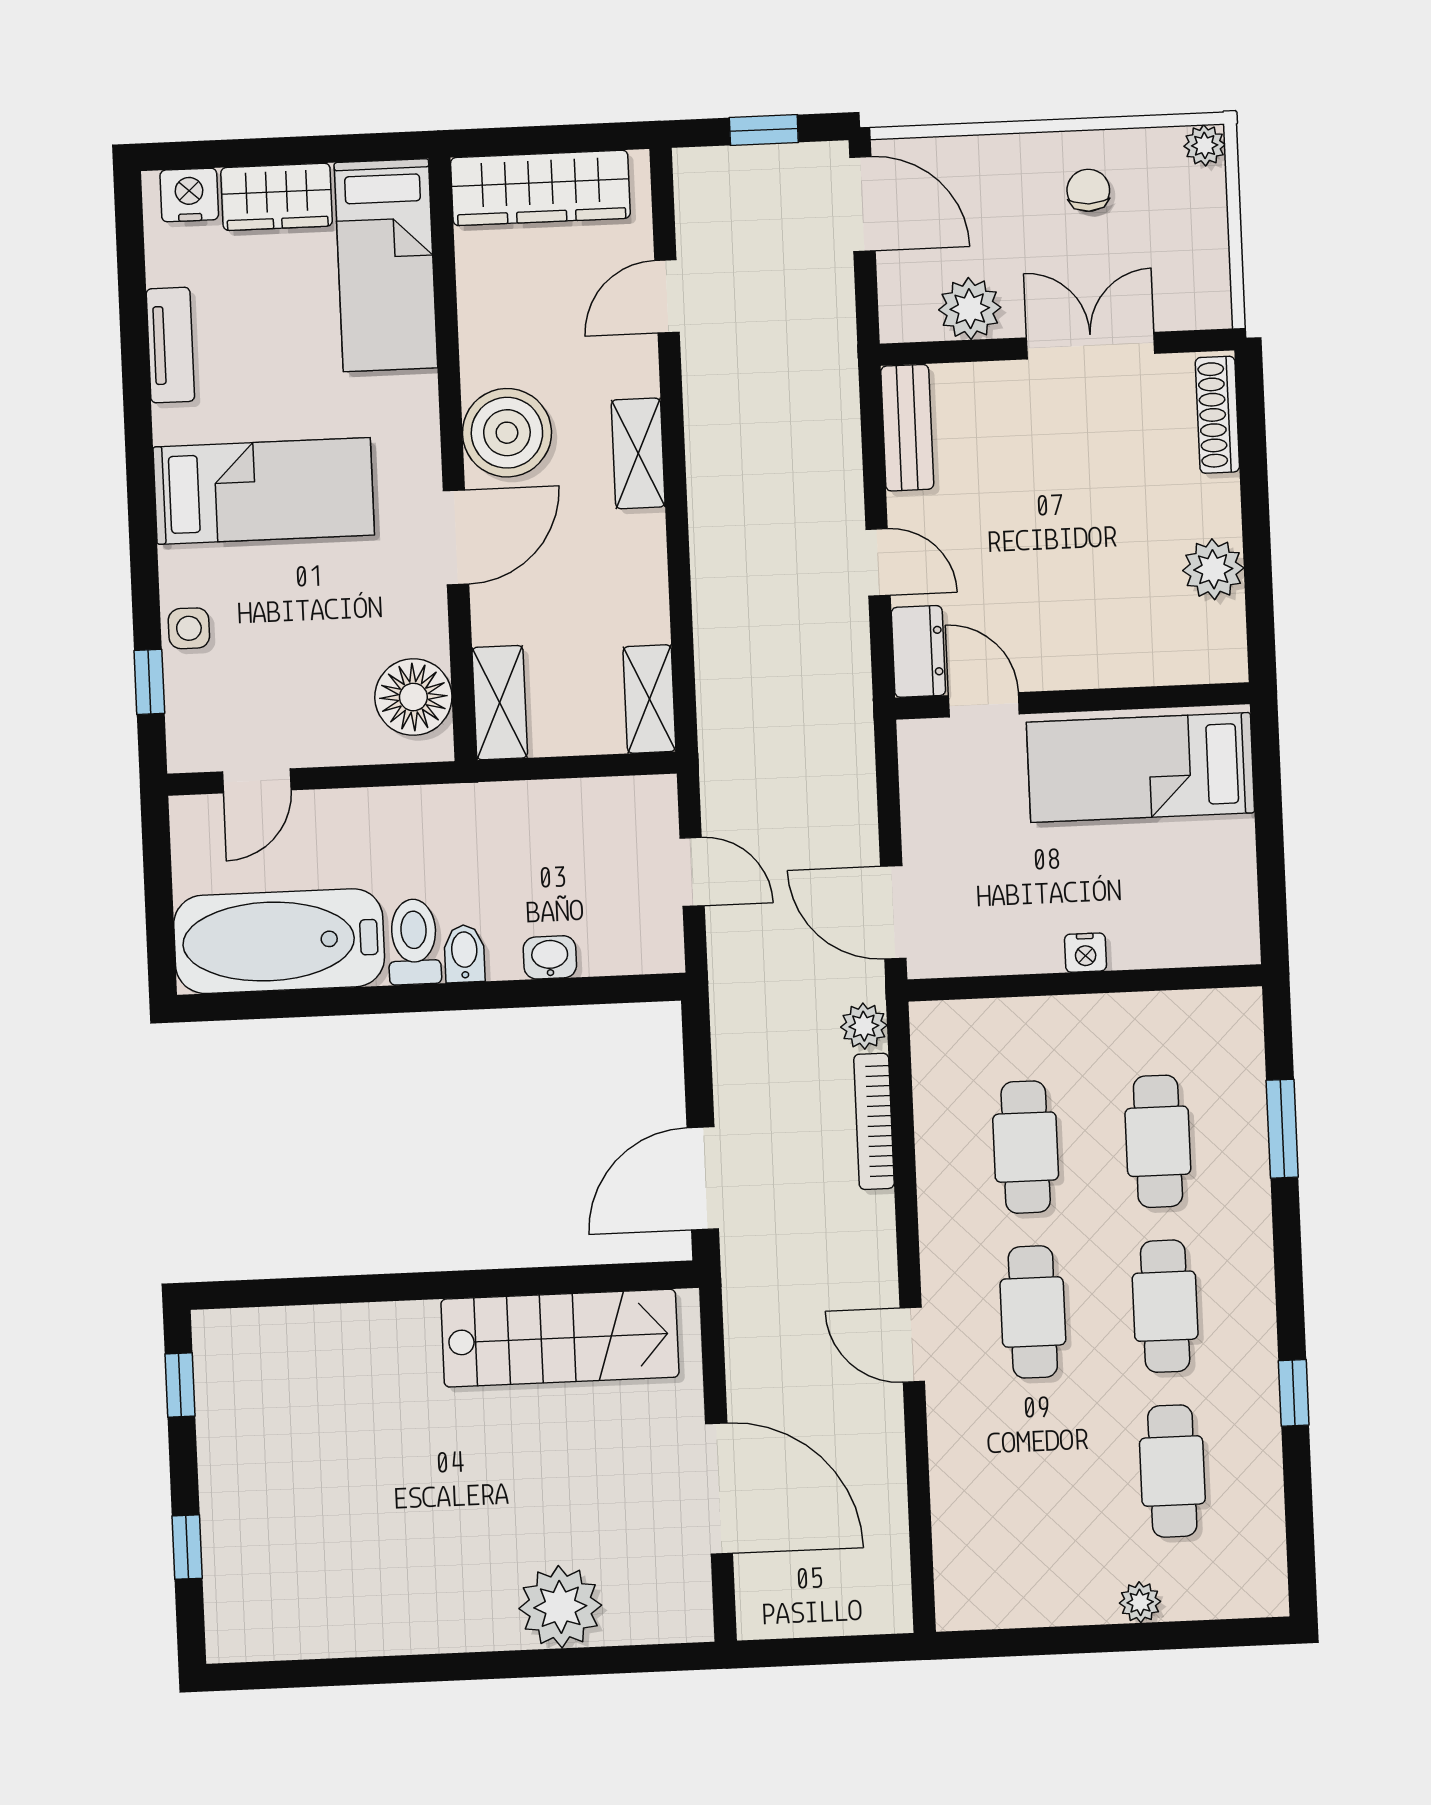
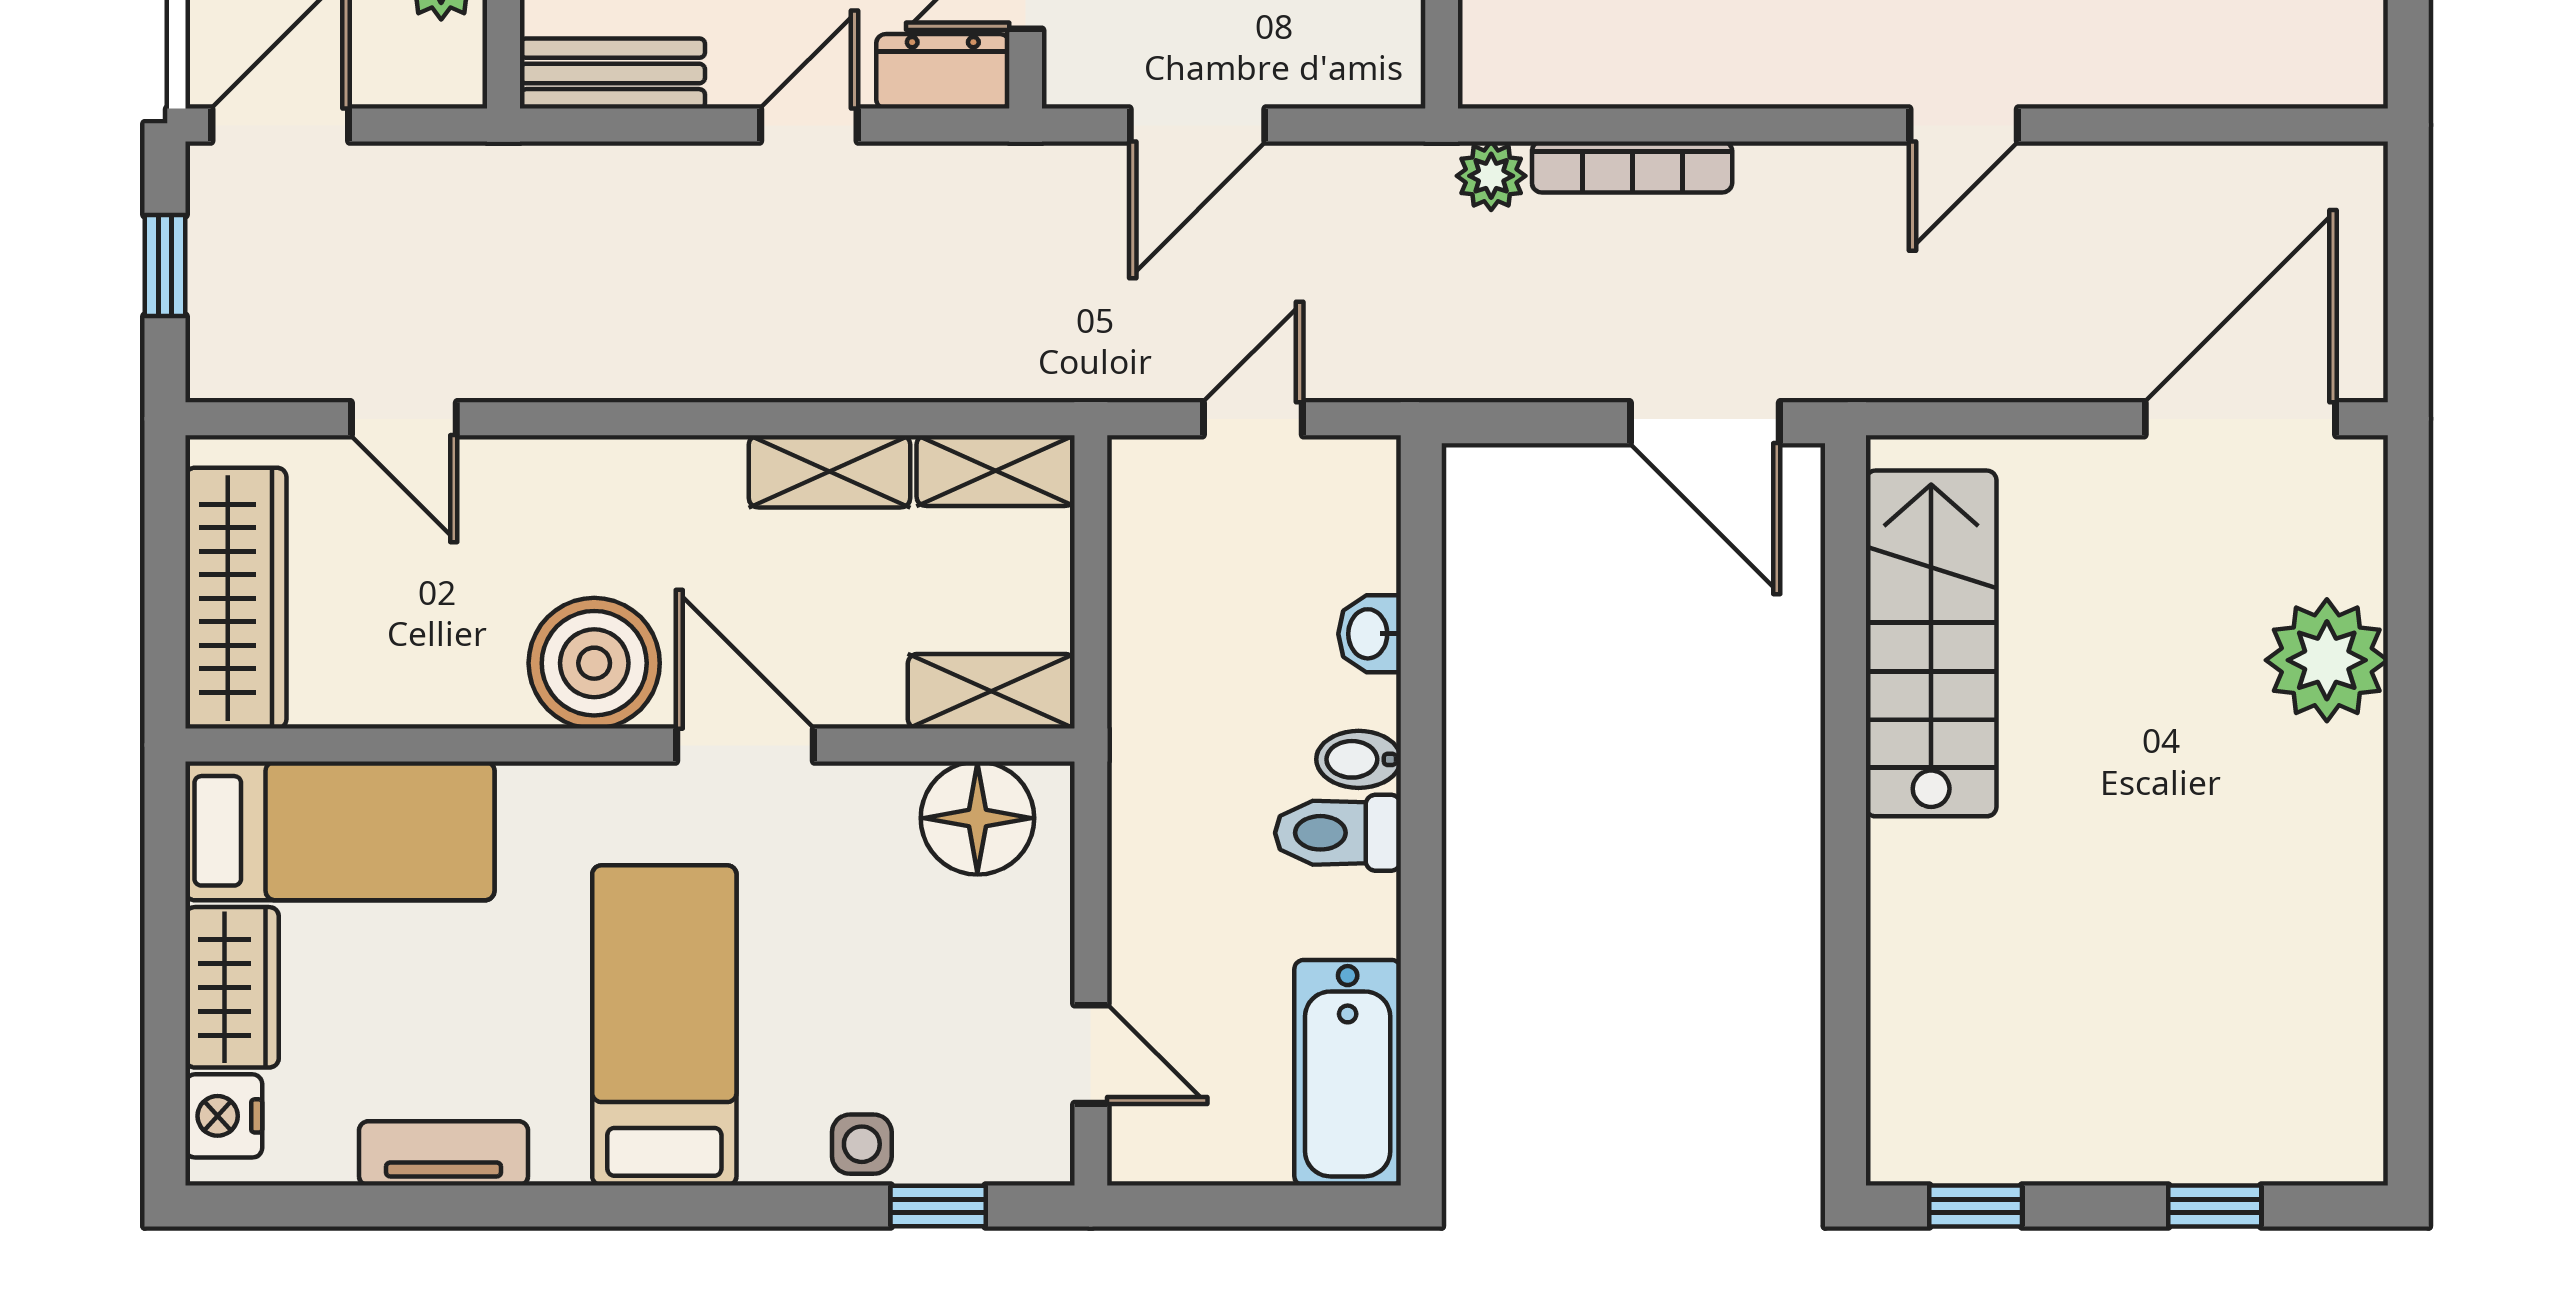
shelving: (638, 453) -> (830, 471), moved
door: (893, 912) -> (1198, 125), moved
bathtub: (279, 941) -> (1348, 1073), width x0.73, depth x0.73
door: (719, 1488) -> (2240, 419), moved

